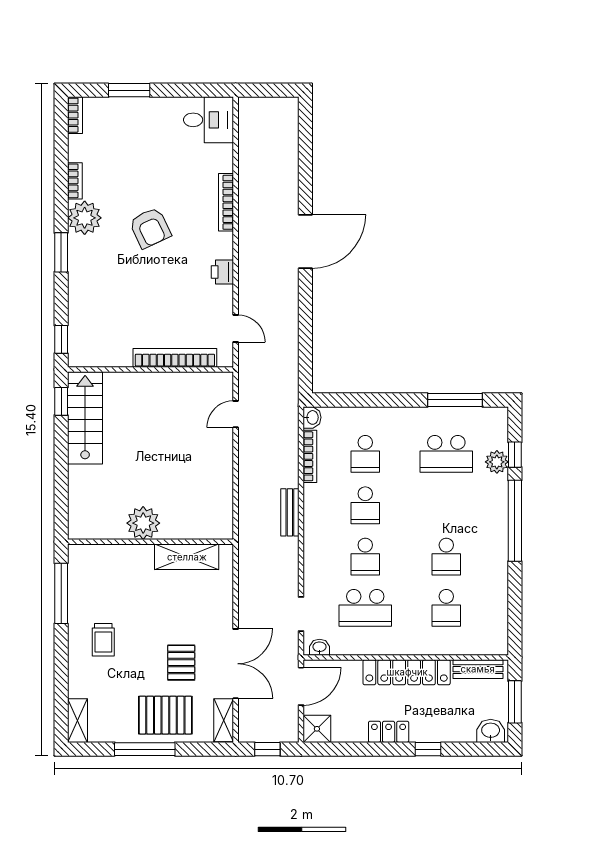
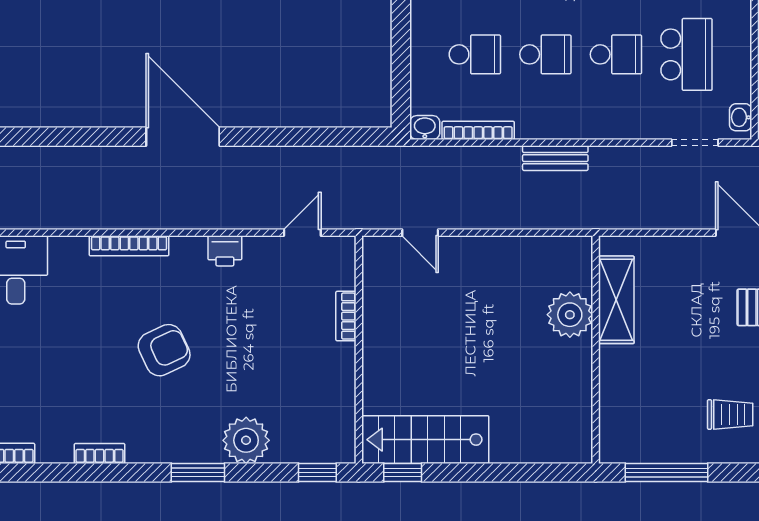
plant: (85, 218) -> (246, 440), moved
bookcase: (175, 358) -> (346, 316), width x0.43, depth x0.76
plant: (143, 523) -> (570, 315), moved

